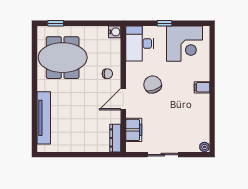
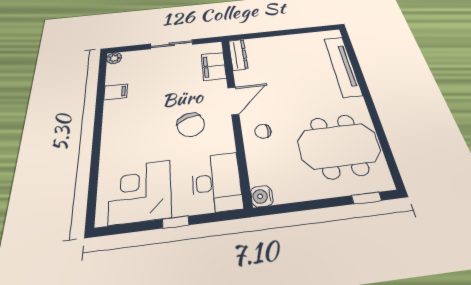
filing cabinet: (202, 87) -> (116, 92), moved

